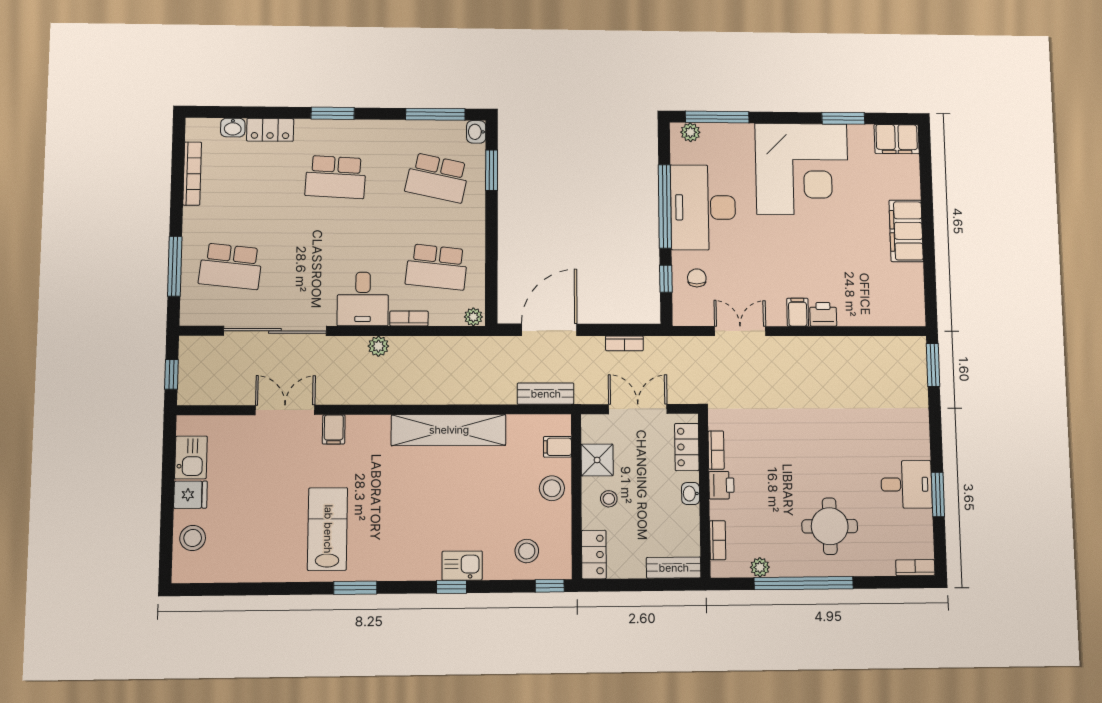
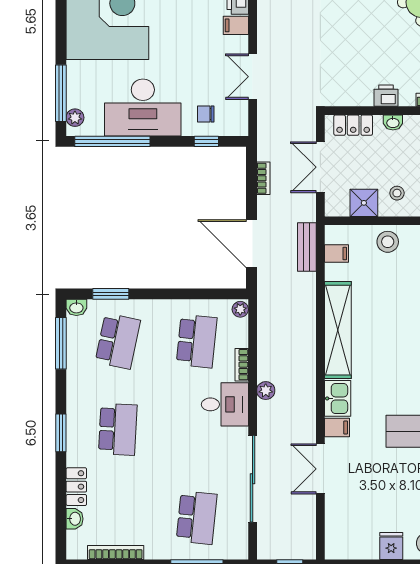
window: (665, 206) -> (112, 141), moved
filing cabinet: (557, 447) -> (336, 254), moved, turned -90
bookcase: (716, 450) -> (356, 100), removed
kitchen sink: (191, 458) -> (338, 398), moved, turned 90

